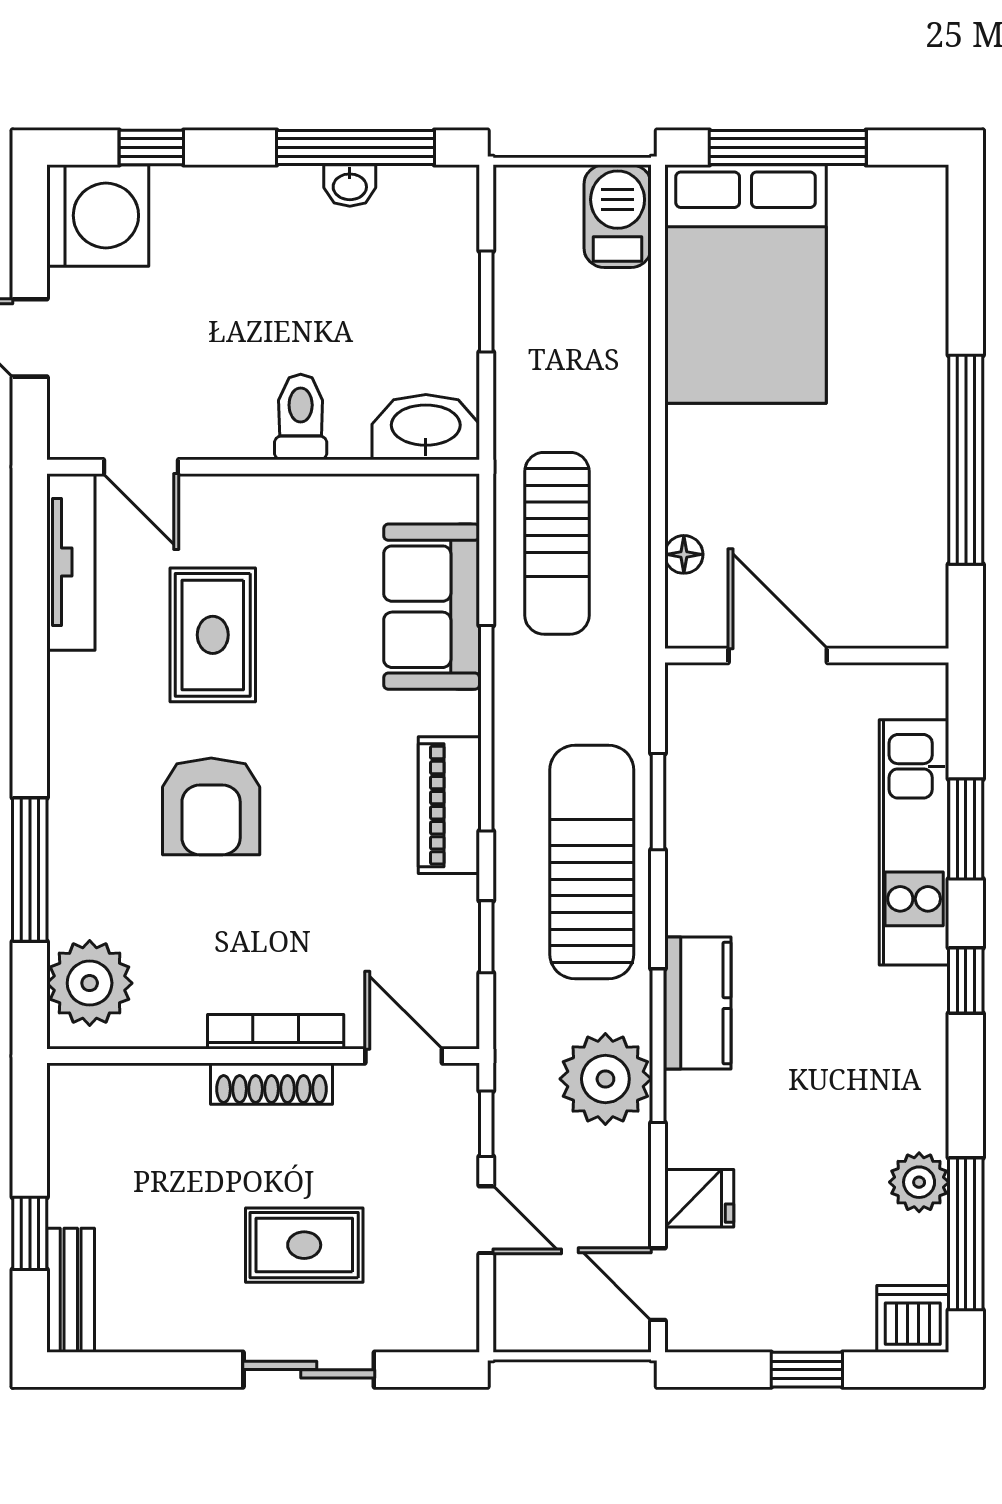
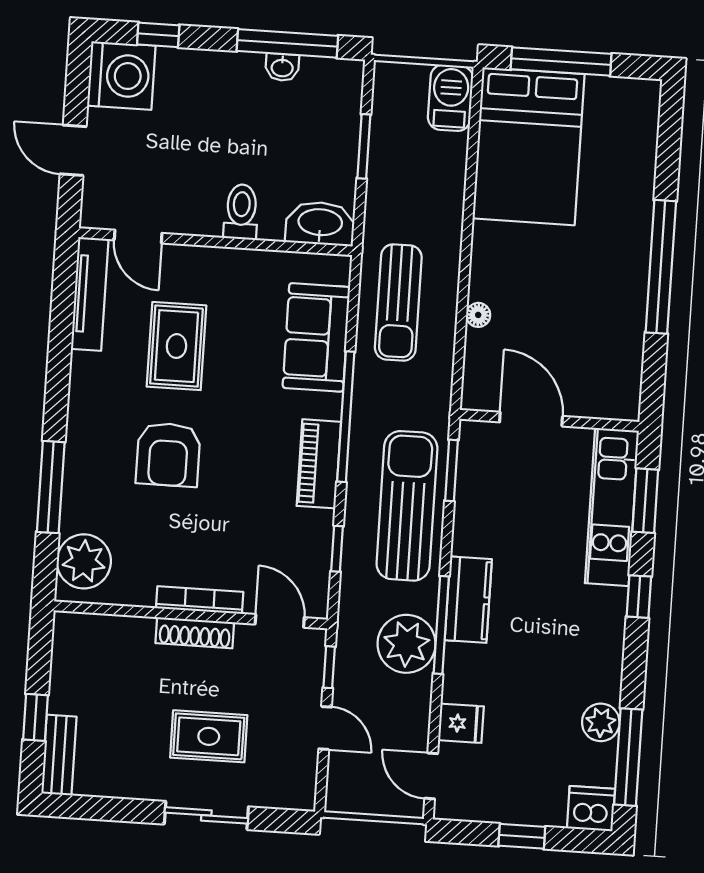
door: (778, 656) -> (531, 419), moved
wall: (807, 656) -> (549, 420), moved

